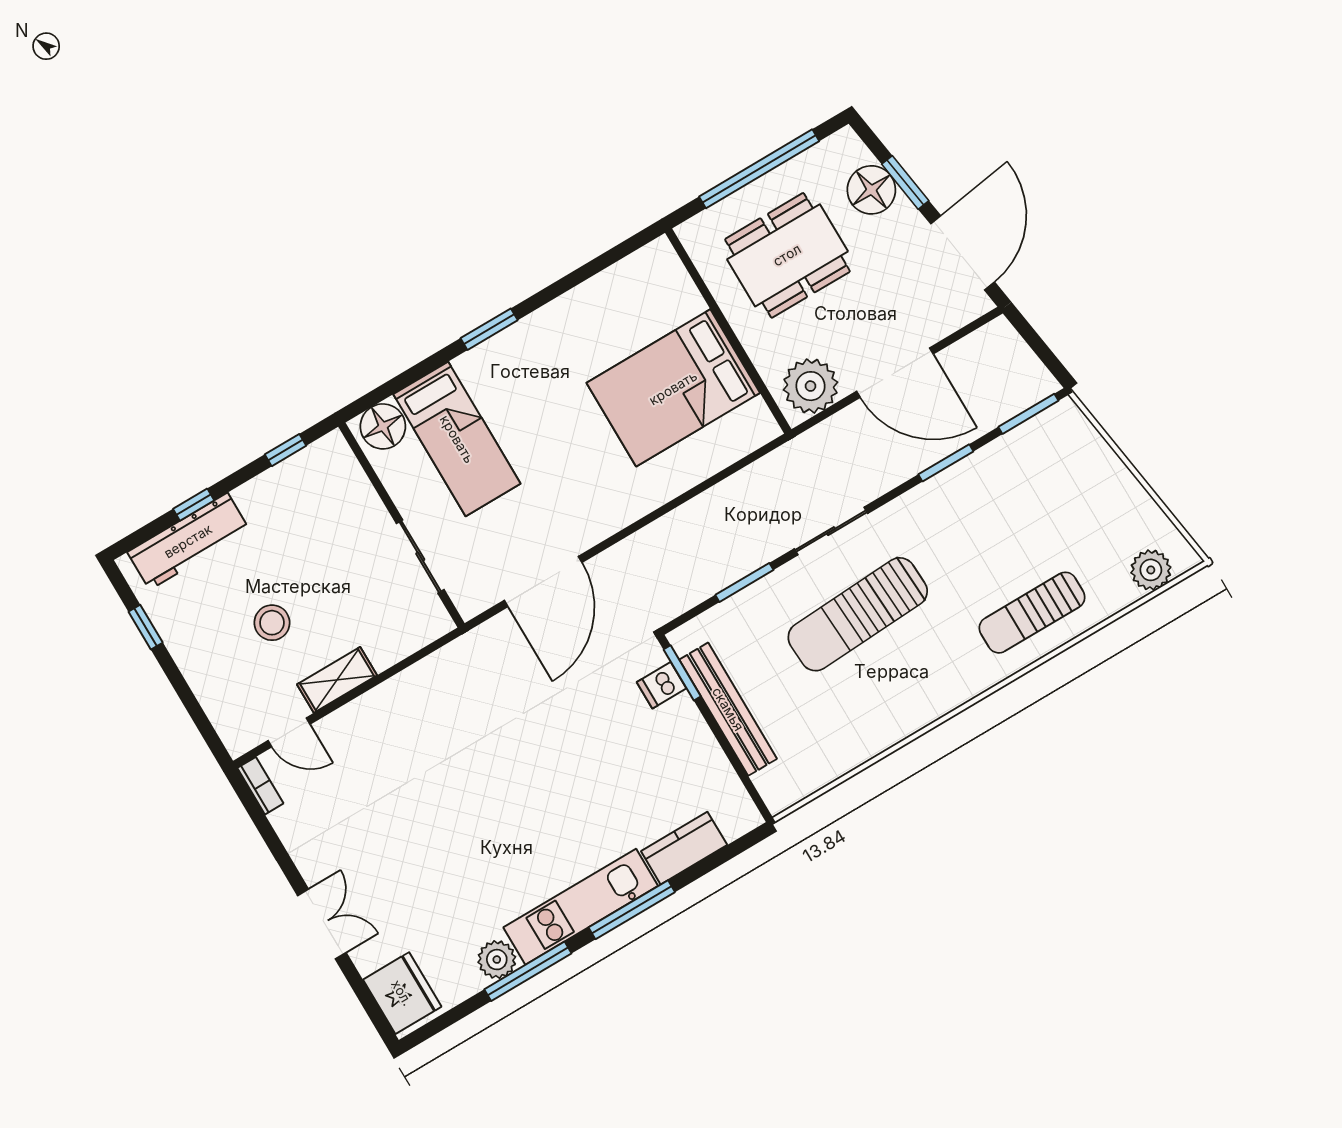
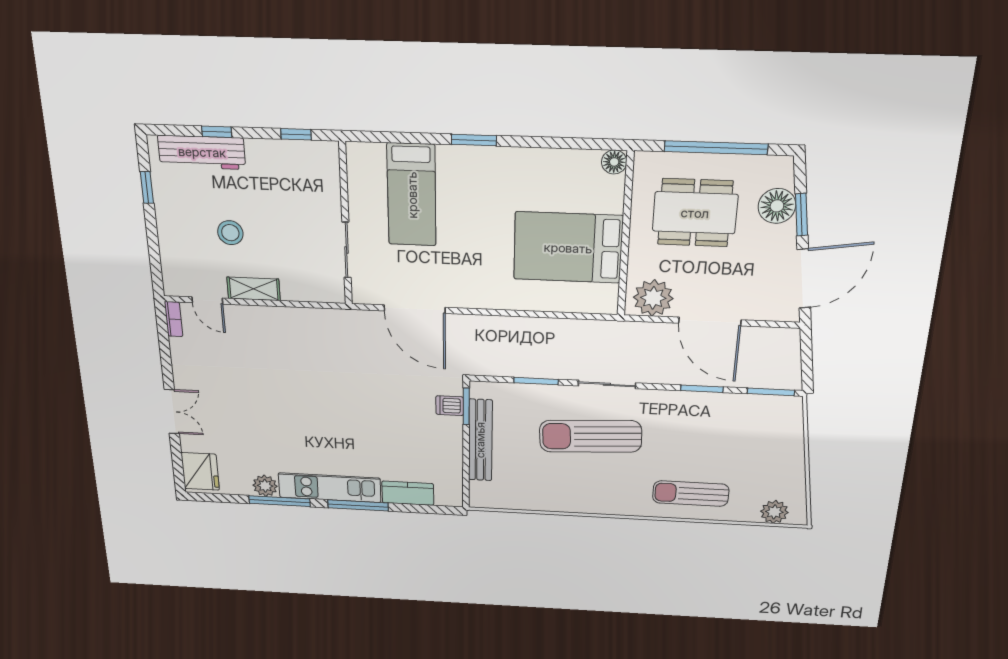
floor lamp: (383, 426) -> (614, 162), moved, width x0.73, depth x0.73
door: (543, 581) -> (415, 309), hinge flipped

